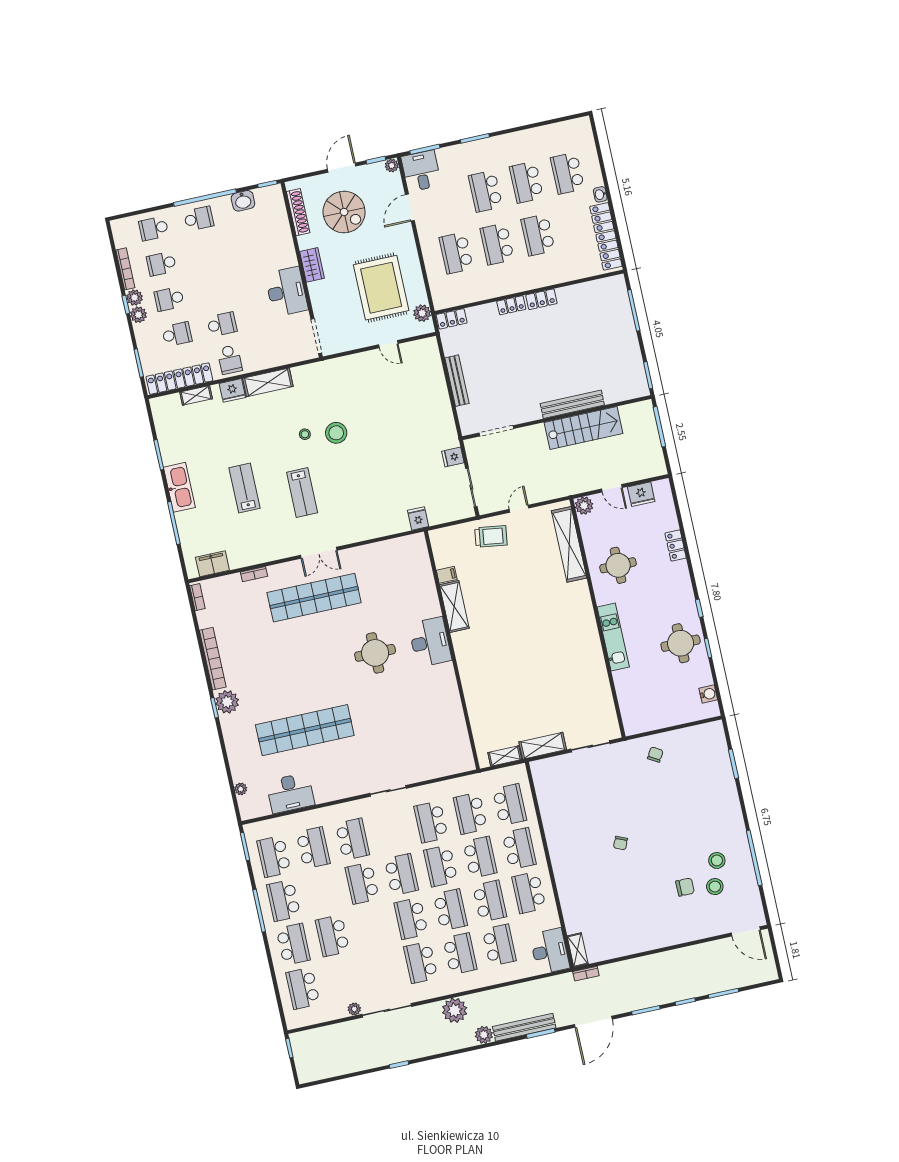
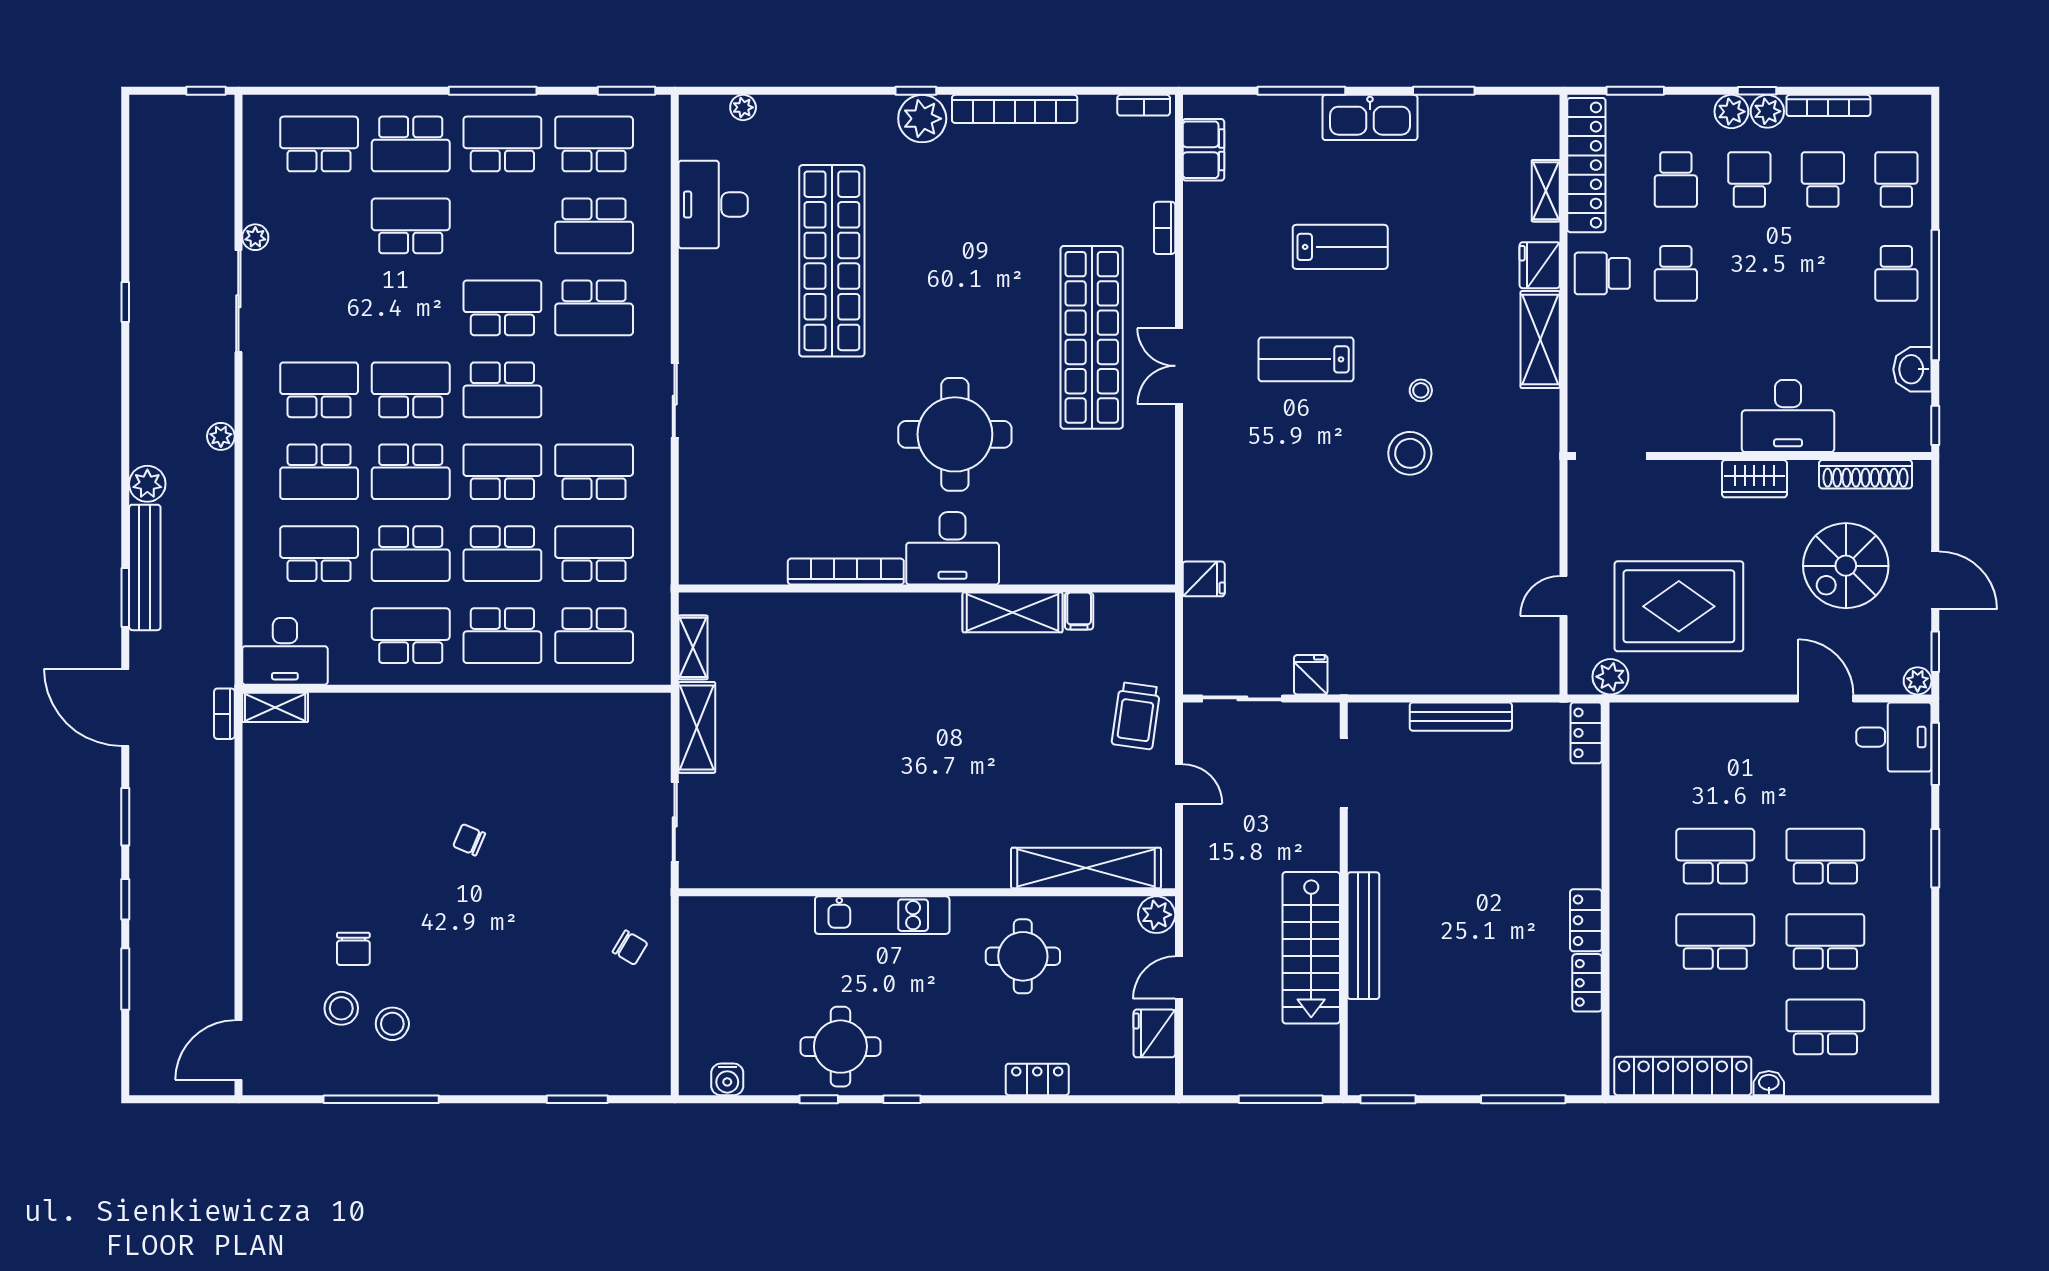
school desk: (456, 253) -> (1715, 771), removed
desk: (286, 292) -> (1788, 416), moved
locker: (511, 305) -> (1587, 983), moved
round table: (375, 653) -> (955, 434), width x1.36, depth x1.36
bookcase: (452, 691) -> (846, 572), added
school desk: (499, 945) -> (319, 554), turned 180
plant: (455, 1010) -> (221, 436), width x0.53, depth x0.53

